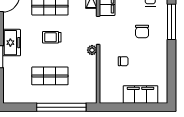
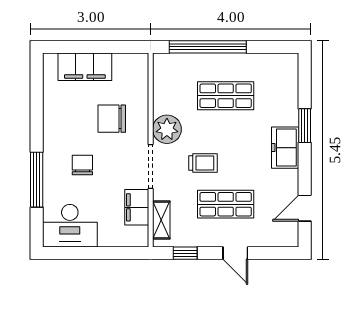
trolley: (52, 37) -> (203, 163), moved
plant: (92, 50) -> (167, 129), width x1.88, depth x1.88
chair: (123, 61) -> (112, 119), width x1.87, depth x1.87

